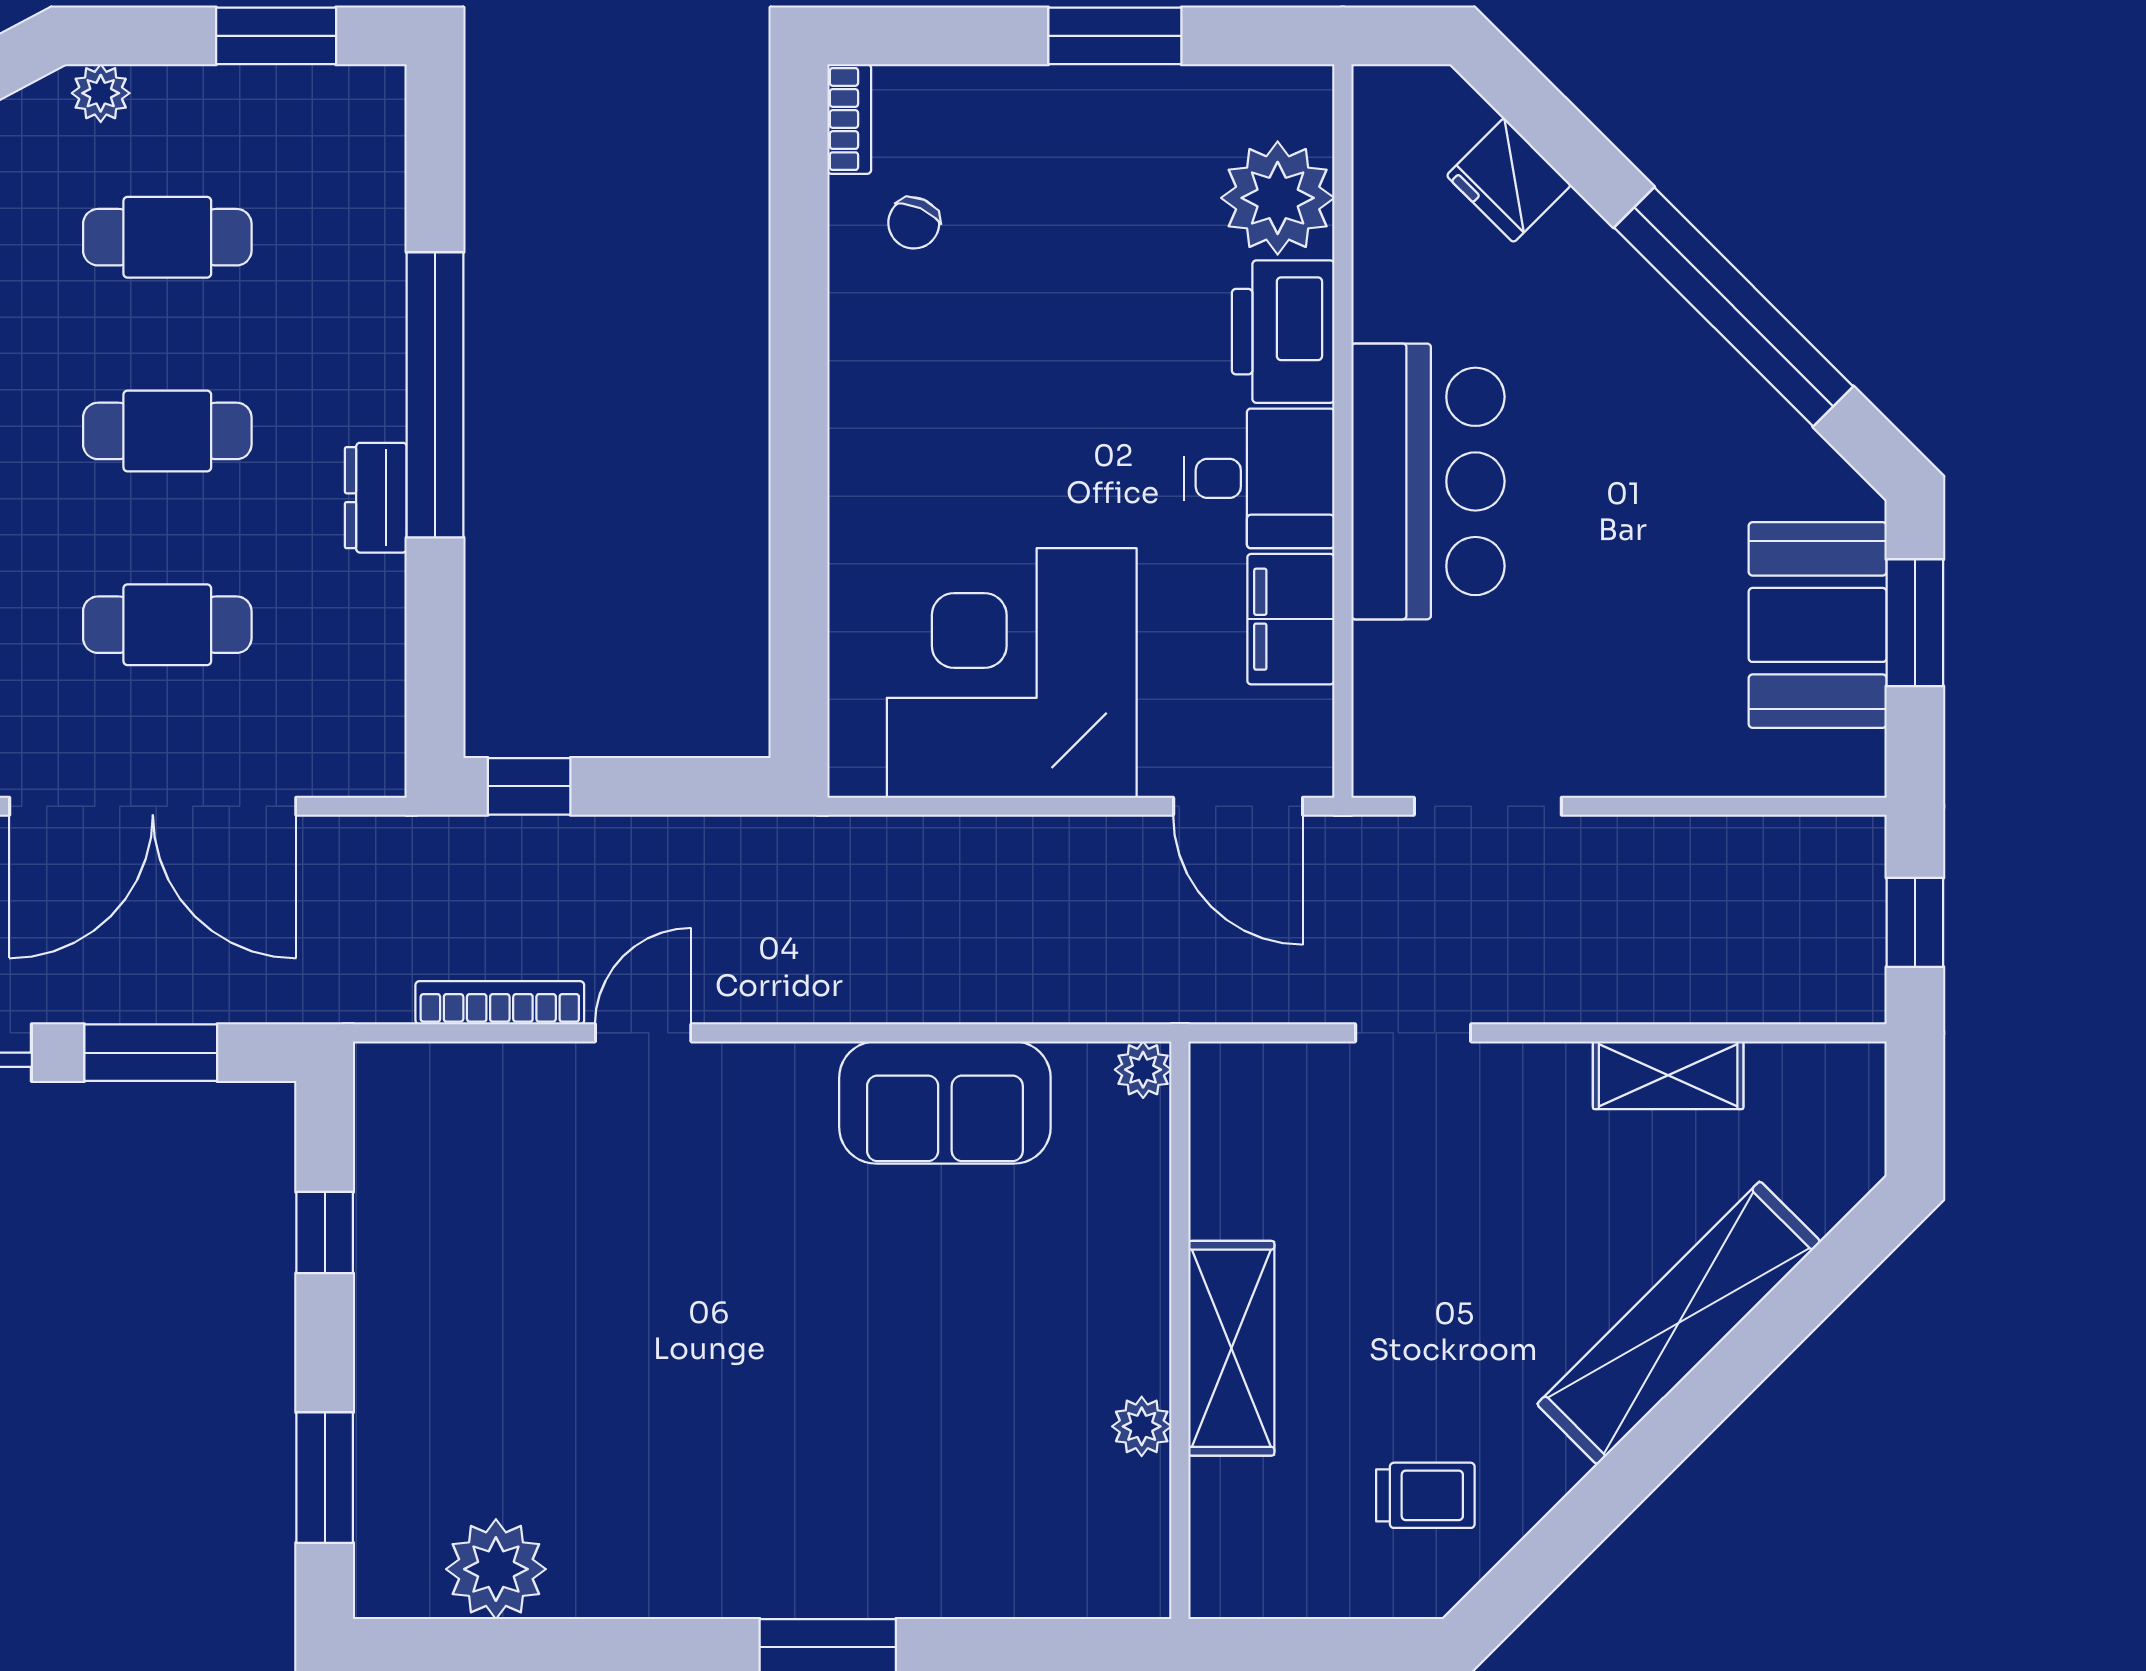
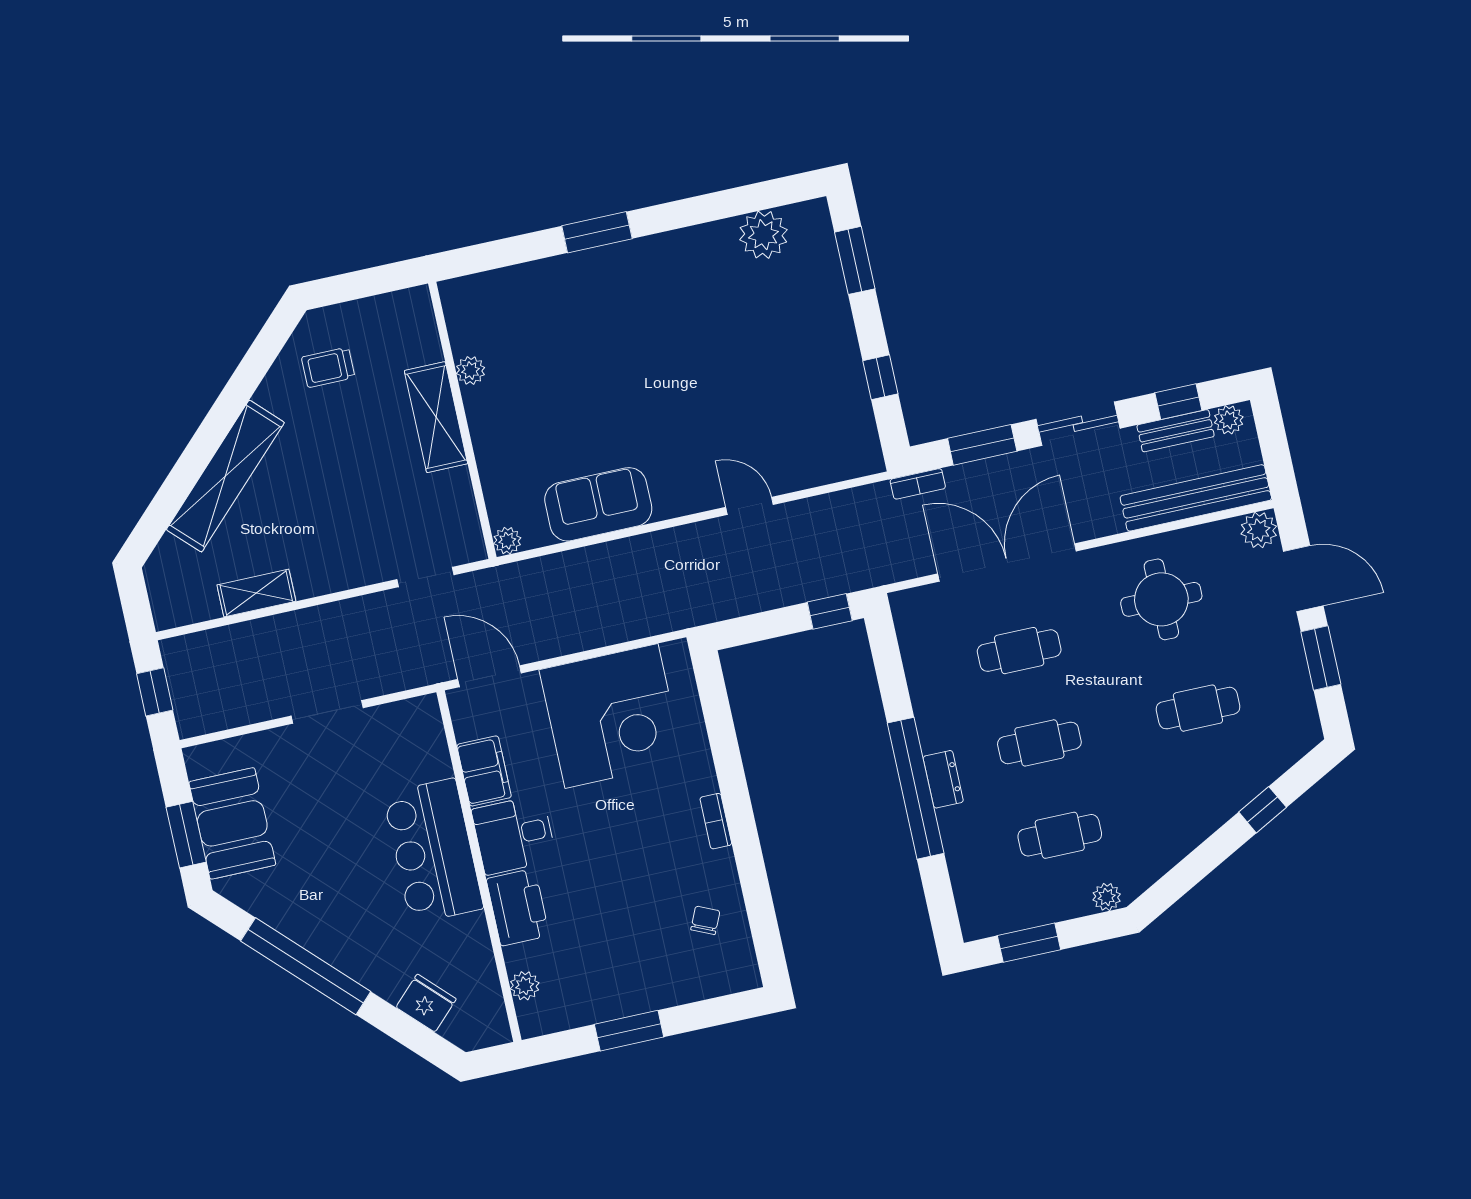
bookcase: (849, 119) -> (716, 821), moved
plant: (1278, 198) -> (525, 986), width x0.53, depth x0.53
dresser: (376, 498) -> (943, 779), moved
doorway: (1488, 806) -> (327, 712), moved
bookcase: (500, 1003) -> (918, 484), moved, width x0.64
door: (643, 1033) -> (749, 506), swing flipped
doorway: (1413, 1033) -> (426, 577), moved

